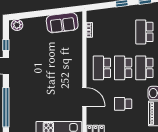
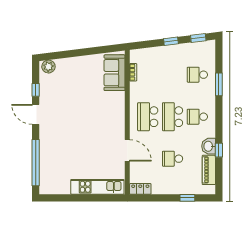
sofa: (62, 23) -> (114, 73), moved, turned 97
school desk: (144, 32) -> (197, 75), width x0.54
school desk: (144, 68) -> (197, 117), width x0.54

